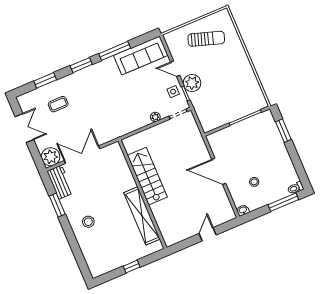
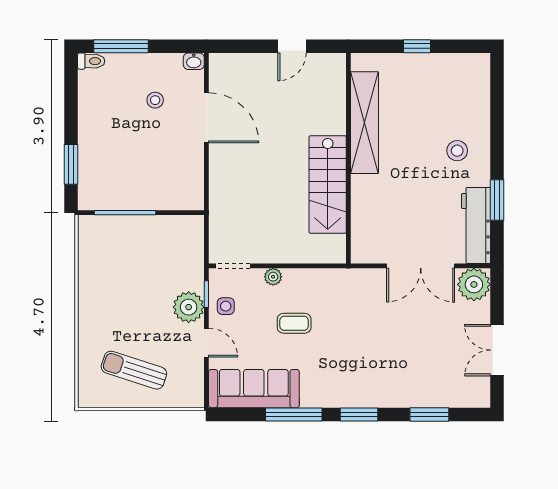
coffee table: (58, 104) -> (294, 323), moved
door: (219, 171) -> (206, 118), moved
workbench: (60, 182) -> (476, 225), width x1.38
door: (208, 234) -> (292, 46), moved

